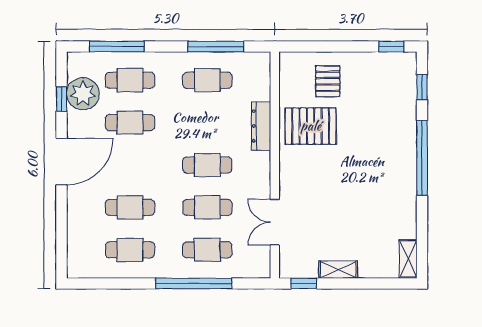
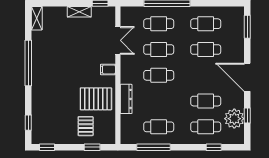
window: (117, 47) -> (214, 147), width x0.46
window: (317, 47) -> (92, 147), added
window: (422, 158) -> (28, 63), moved
door: (62, 162) -> (247, 77), hinge flipped
filing cabinet: (291, 175) -> (108, 69), added
window: (62, 245) -> (247, 27), added

